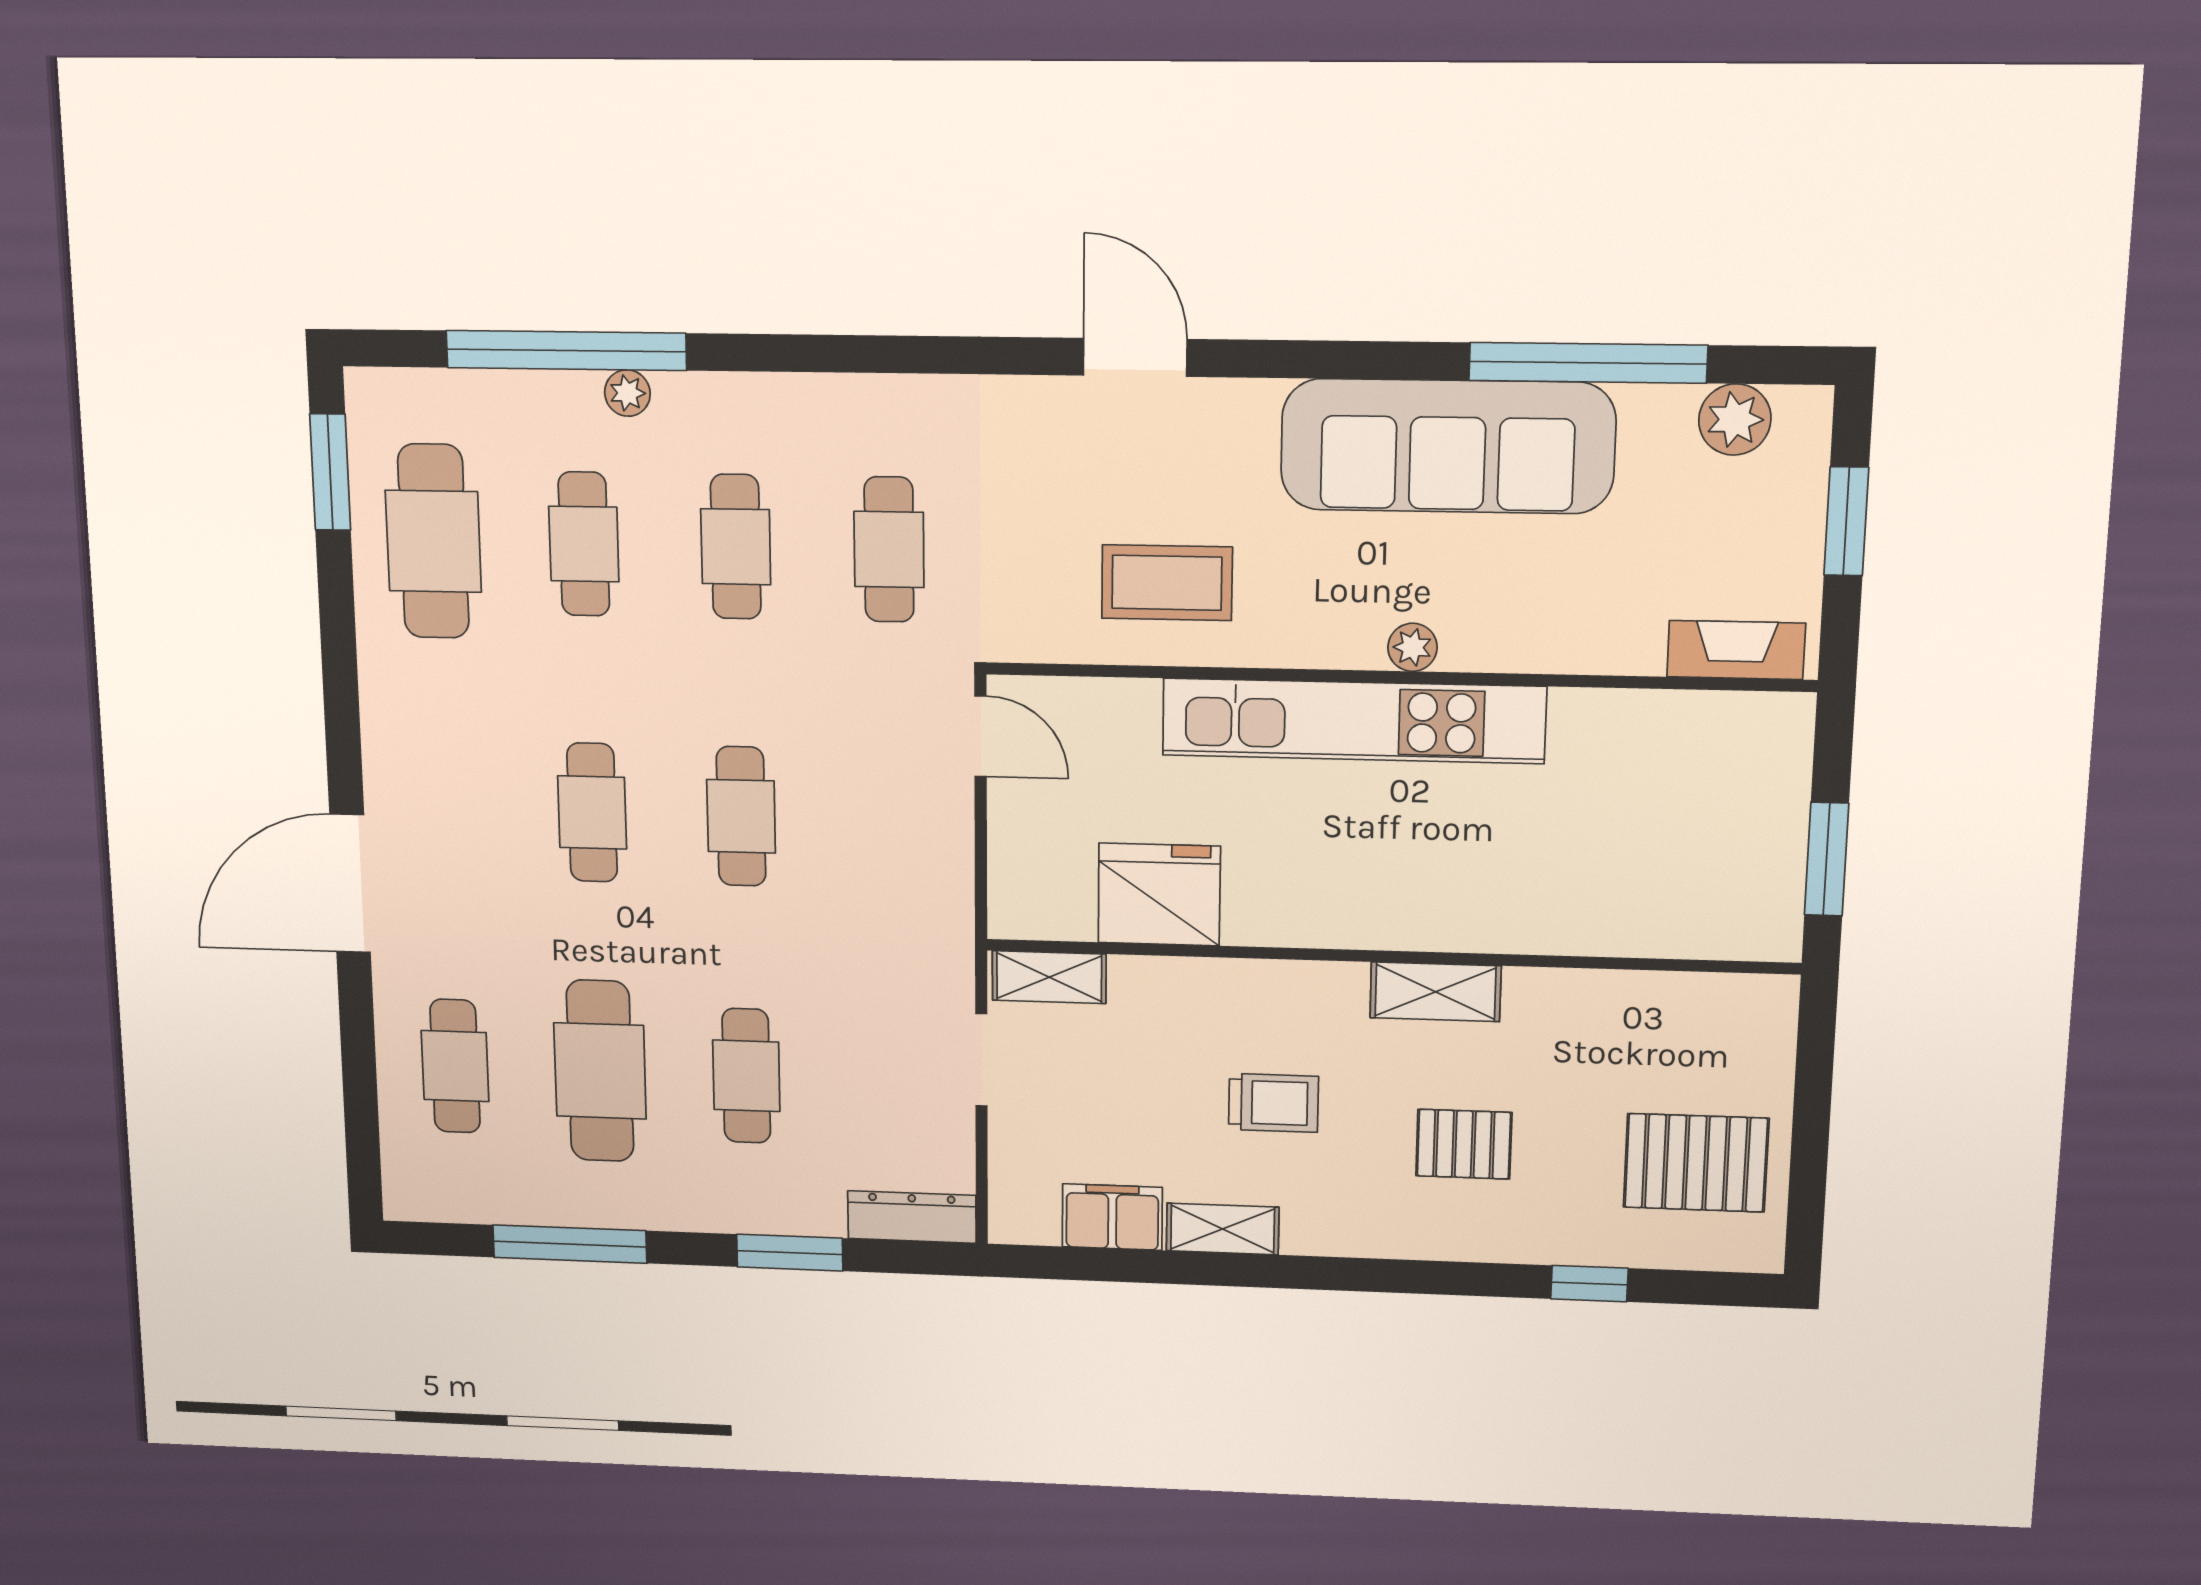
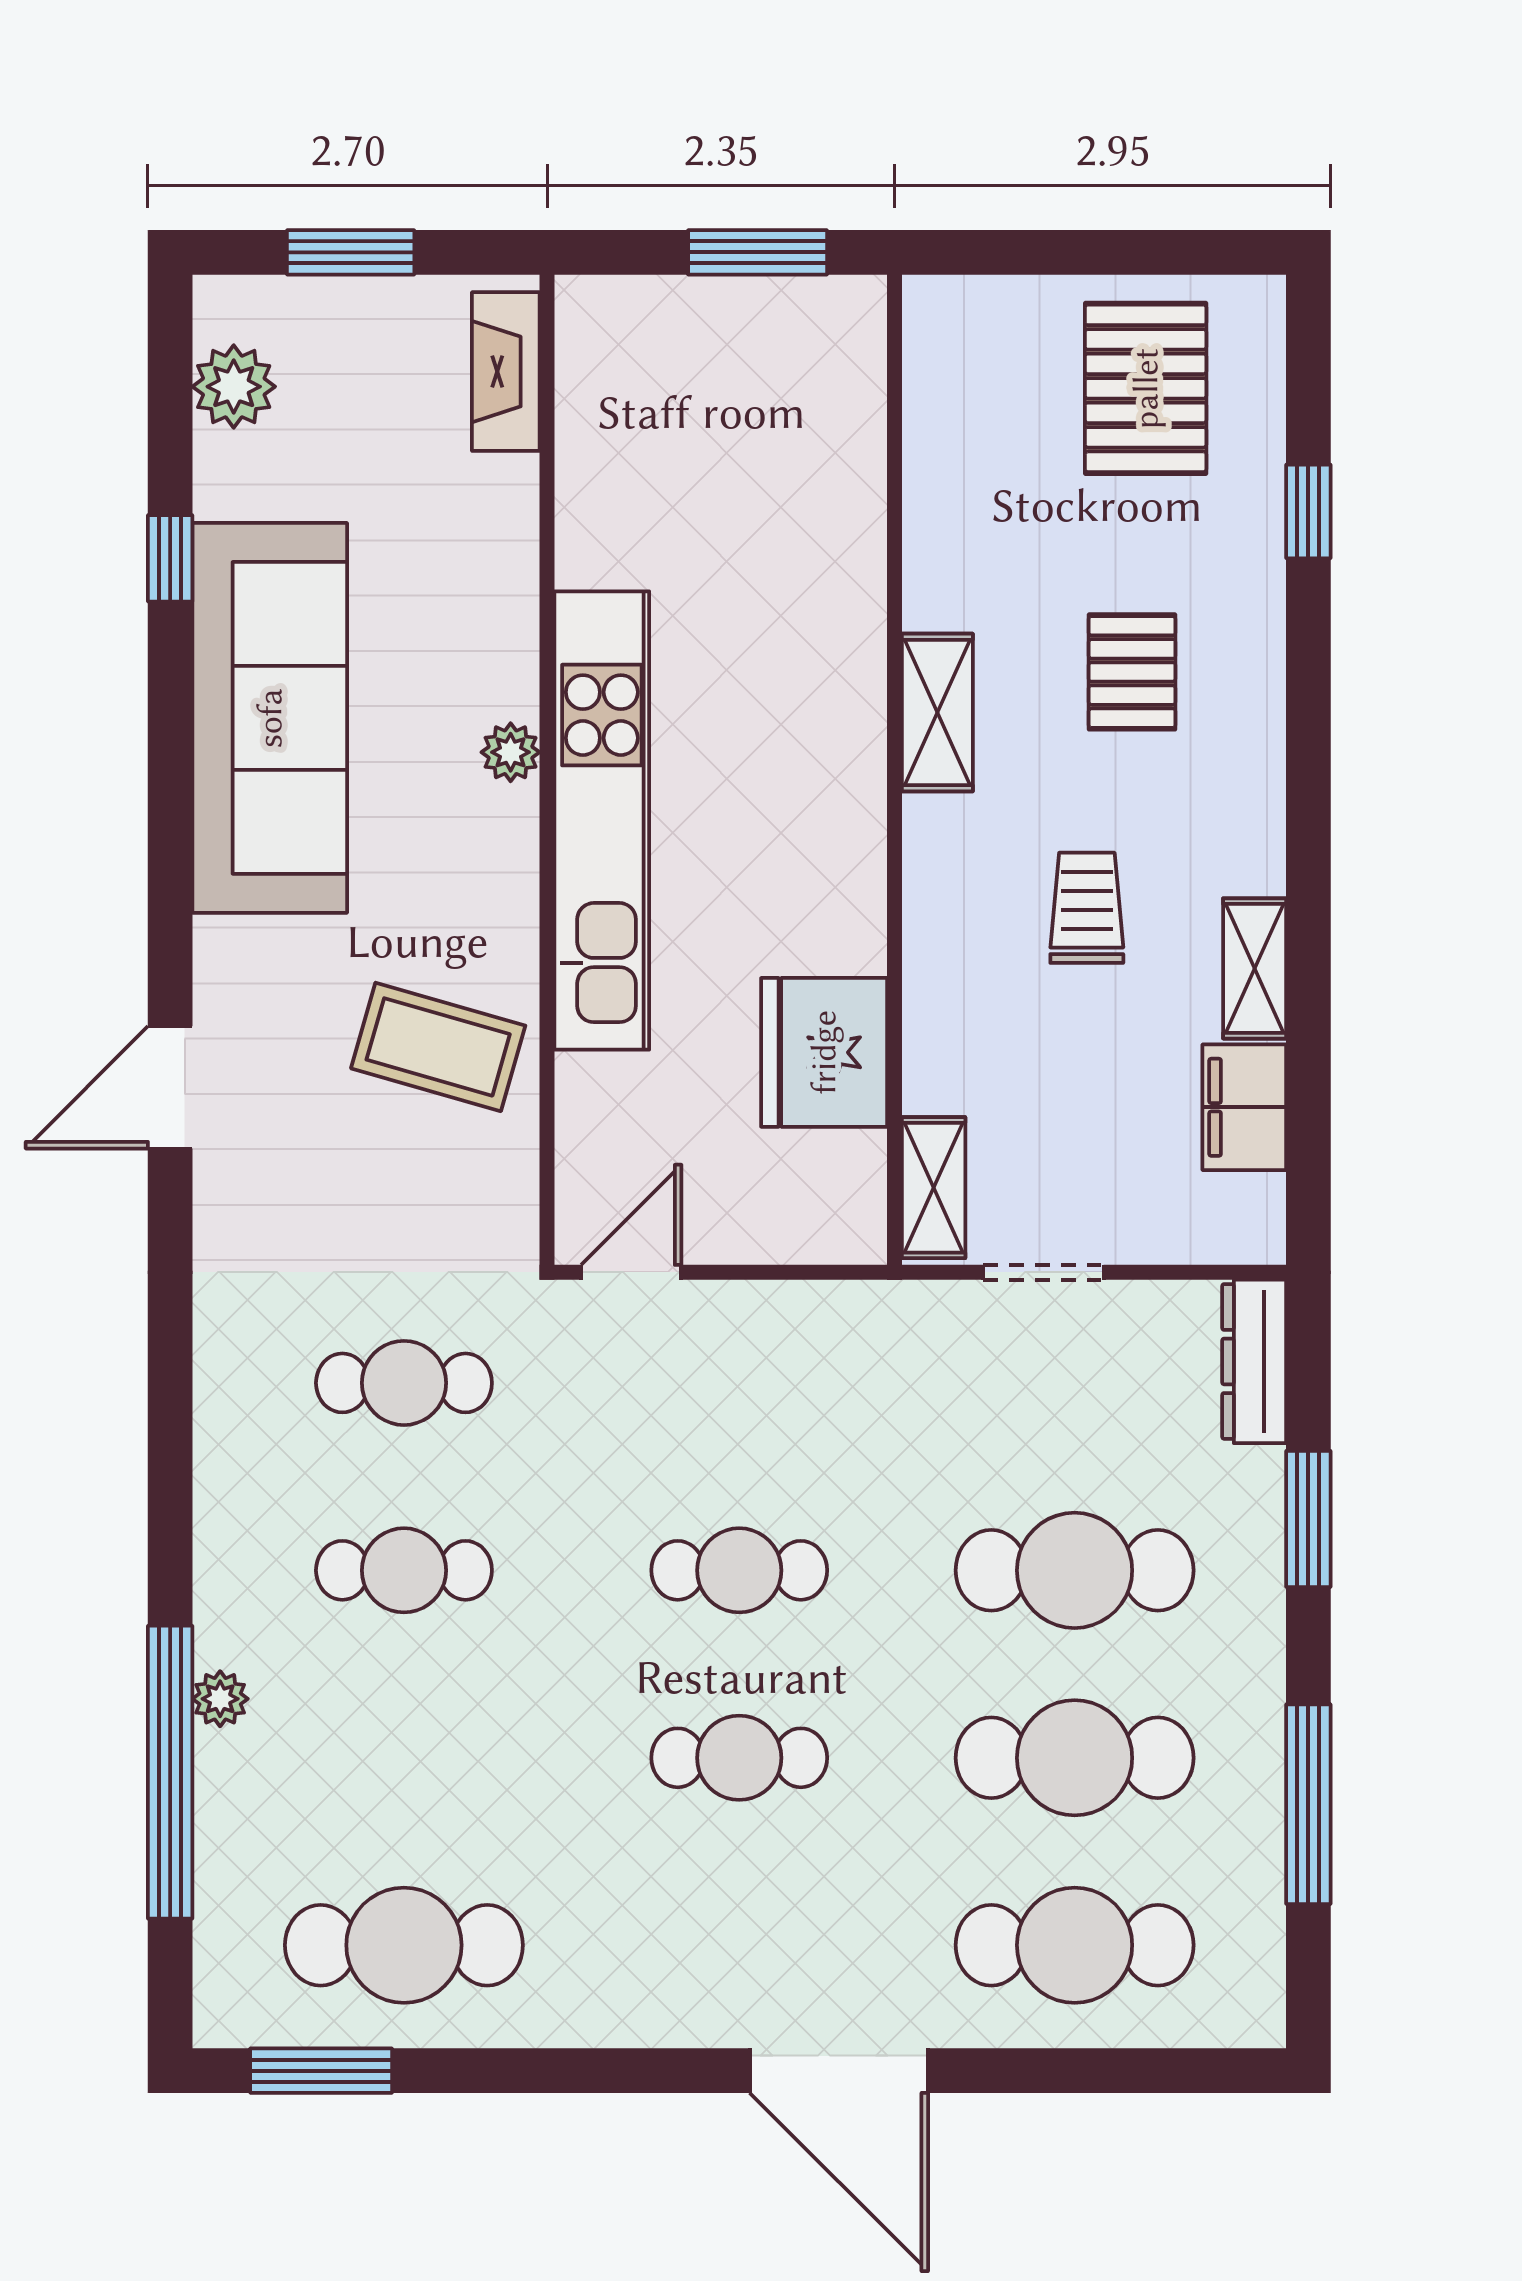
window: (1588, 363) -> (170, 558), width x0.32
cafe table: (584, 544) -> (404, 1758), removed
coffee table: (1167, 583) -> (438, 1047), turned -74
cafe table: (455, 1066) -> (1075, 1945), width x1.37, depth x1.35
cafe table: (746, 1076) -> (1075, 1570), width x1.37, depth x1.35

